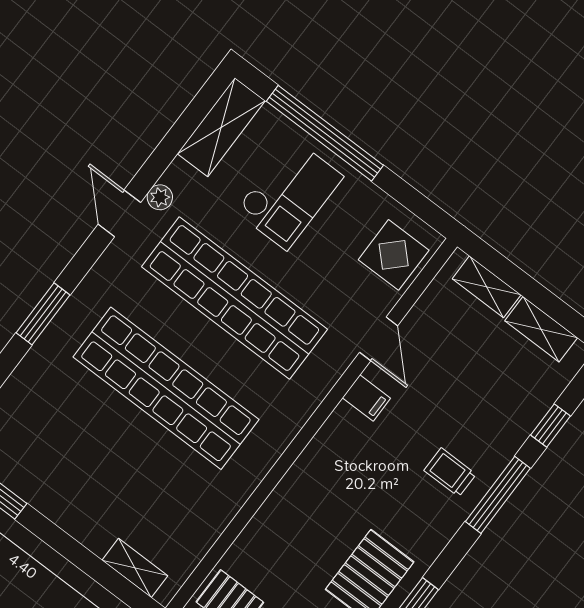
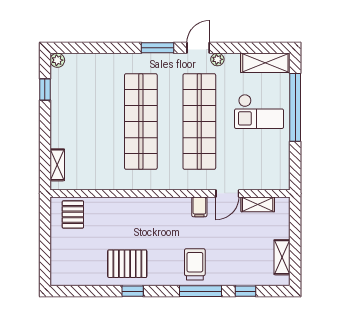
display table: (394, 255) -> (267, 173), removed
shelving: (487, 287) -> (258, 204), moved, turned 90
window: (43, 314) -> (157, 48), moved
trolley: (450, 472) -> (195, 264), width x1.36, depth x1.39

